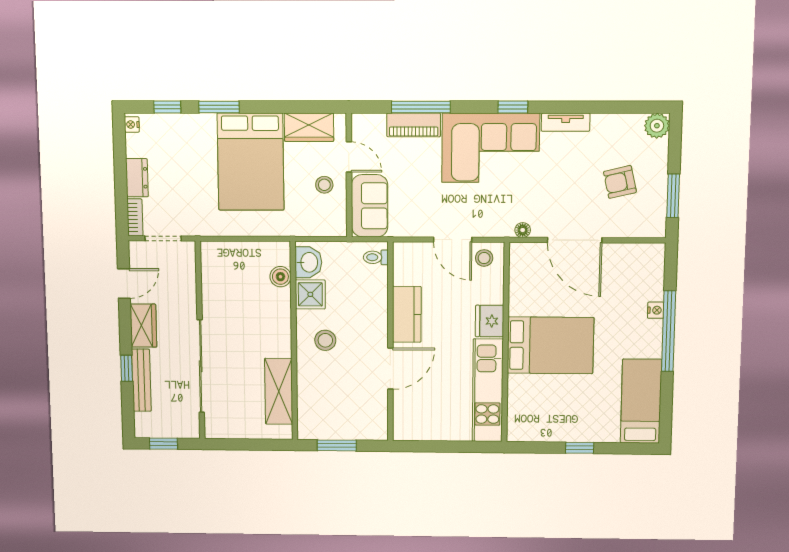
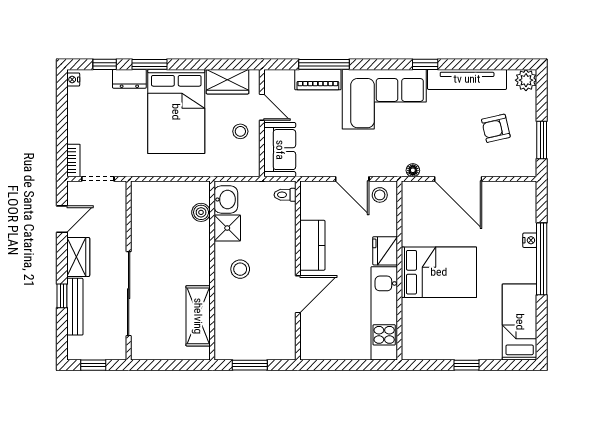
window: (513, 107) -> (425, 64), moved
tv unit: (566, 122) -> (467, 79), width x1.92, depth x1.29
dresser: (137, 178) -> (129, 79), moved, turned 90

